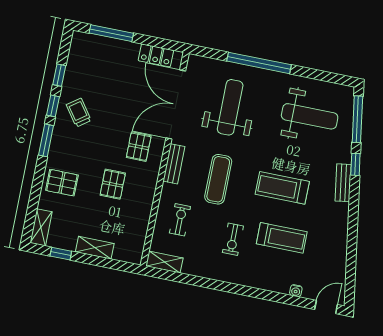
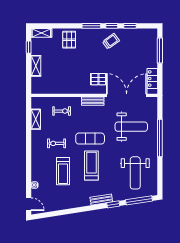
exercise mat: (218, 179) -> (90, 139), moved
pallet: (113, 184) -> (74, 69), removed
shelving: (164, 262) -> (36, 119), moved

